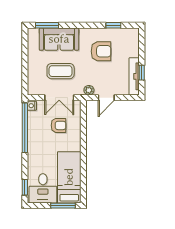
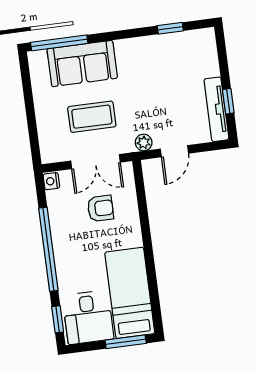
window: (47, 25) -> (59, 43), width x1.44
armchair: (101, 51) -> (155, 75), removed
window: (25, 128) -> (48, 249), moved

